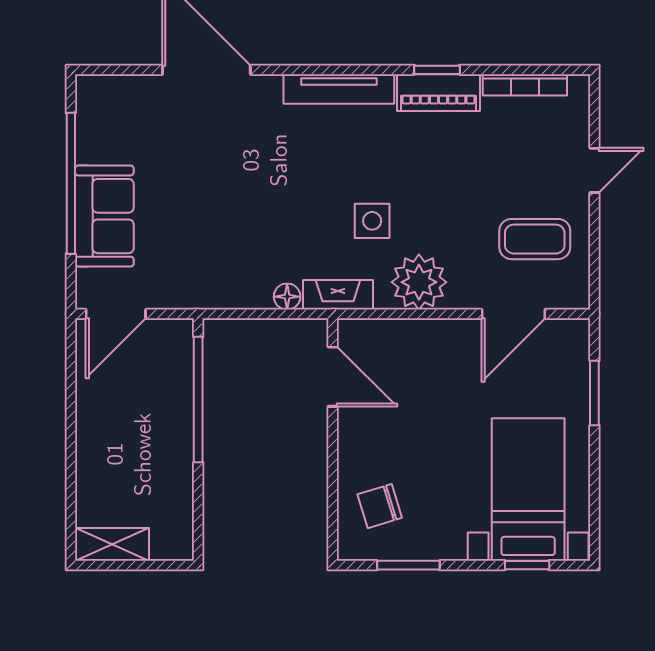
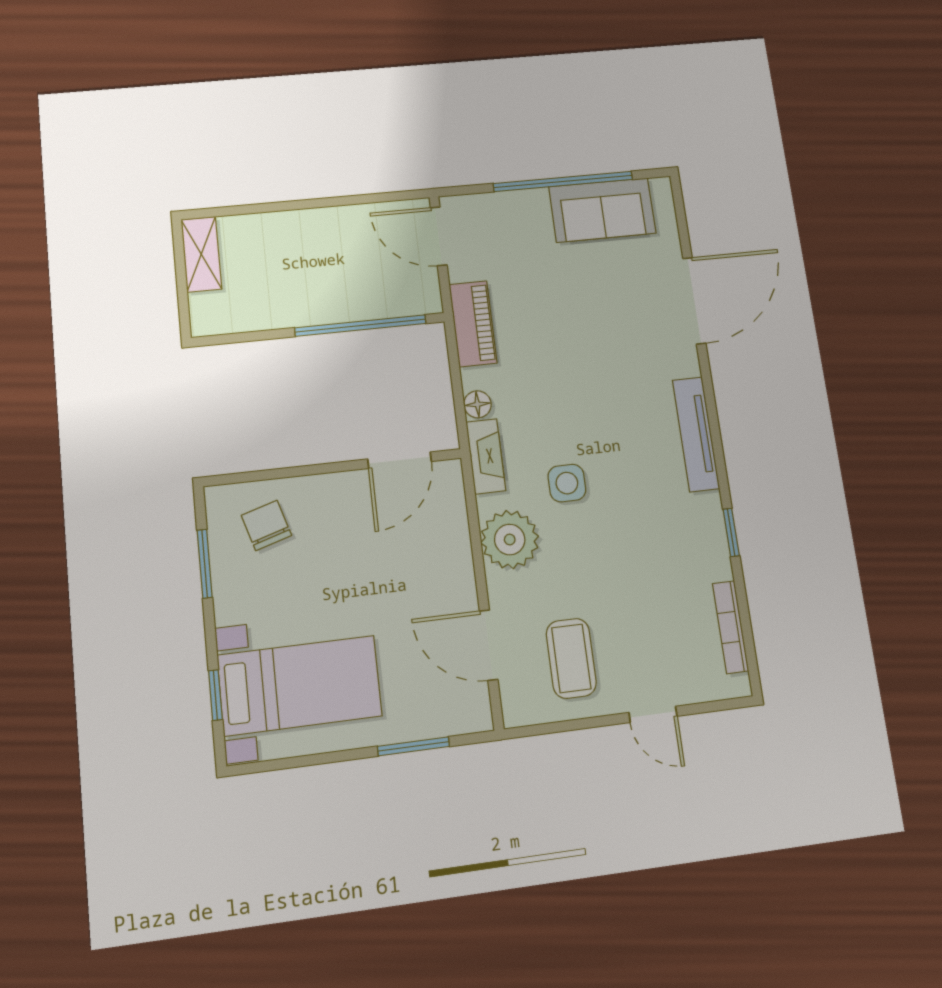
piano: (438, 93) -> (473, 324), moved, turned 180
sofa: (104, 216) -> (602, 210), moved

